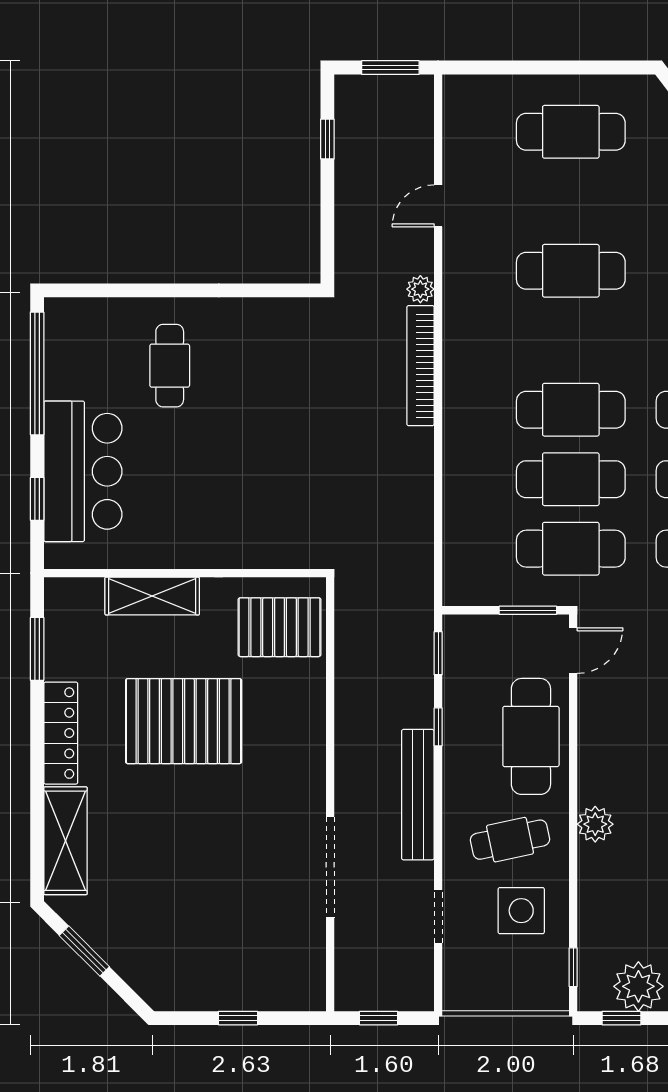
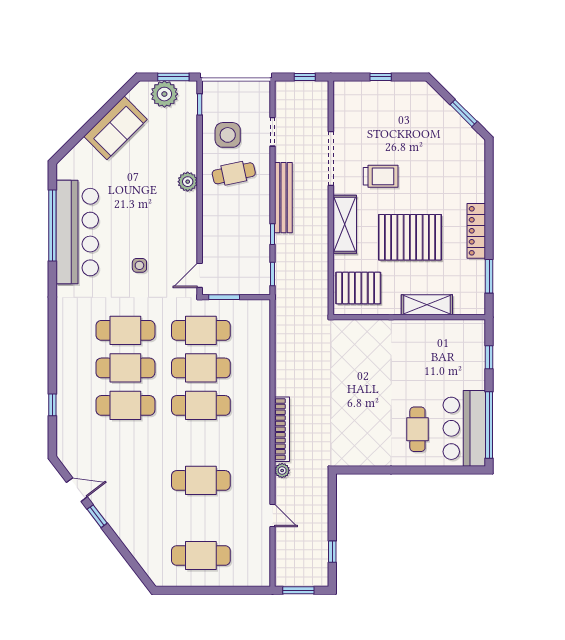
door: (438, 206) -> (273, 515), hinge flipped
bar counter: (83, 471) -> (464, 428), moved
cafe table: (531, 736) -> (222, 229), removed
trolley: (238, 834) -> (381, 176), added
shelving: (65, 841) -> (345, 224), moved
window: (622, 1018) -> (173, 77), width x1.50

